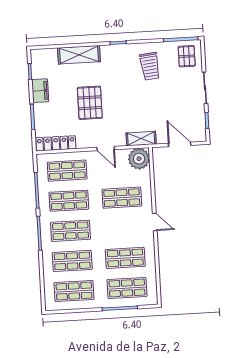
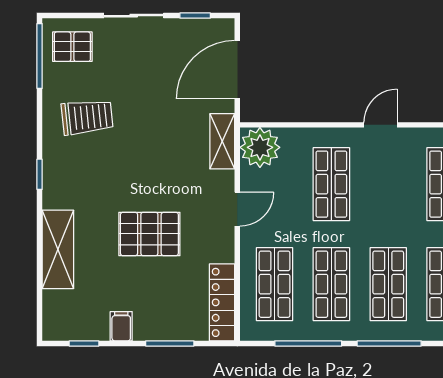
filing cabinet: (40, 91) -> (121, 326), width x0.50
door: (180, 144) -> (237, 70), width x1.36

